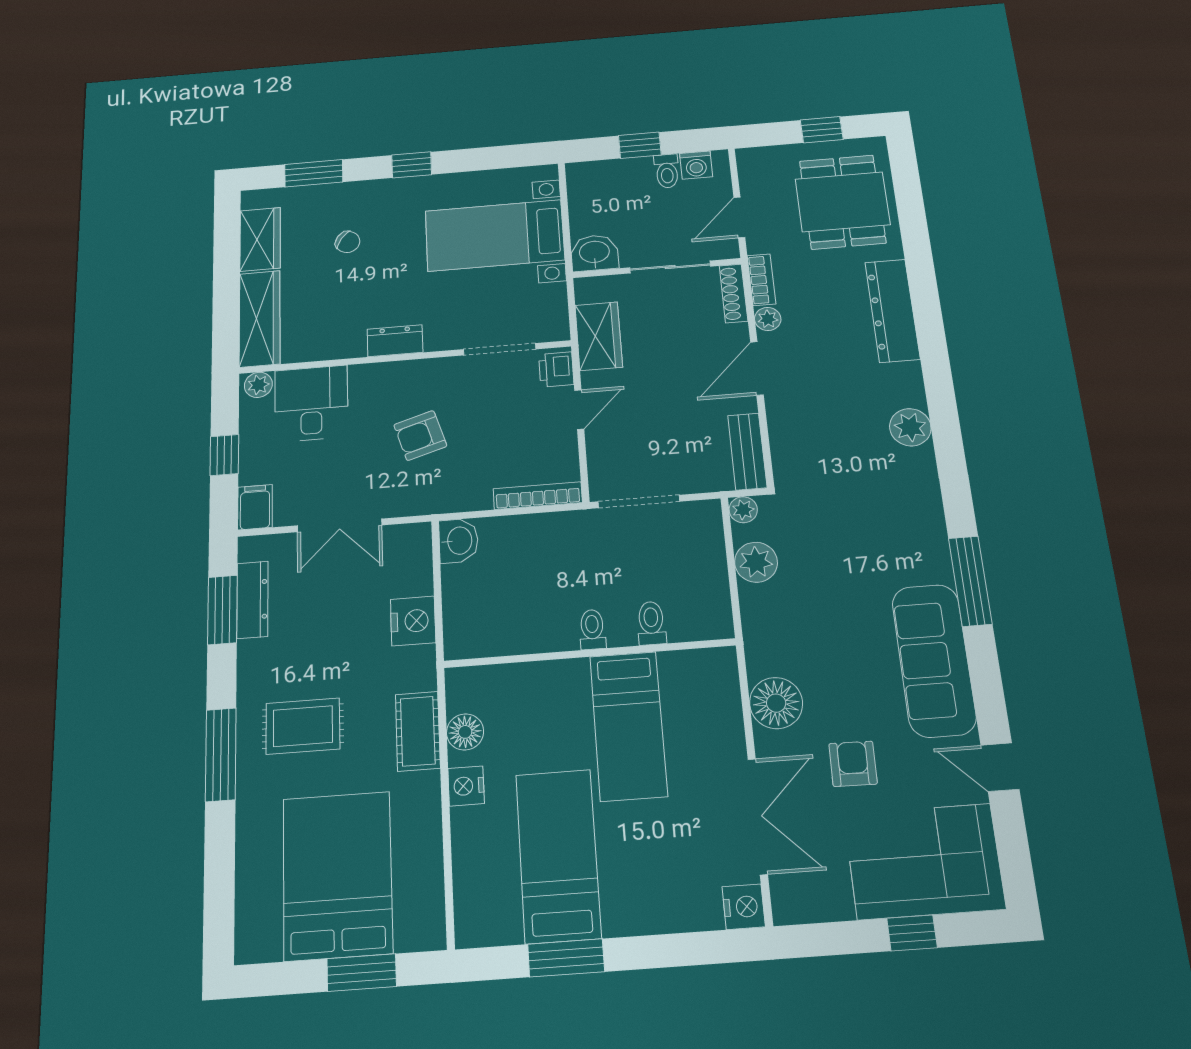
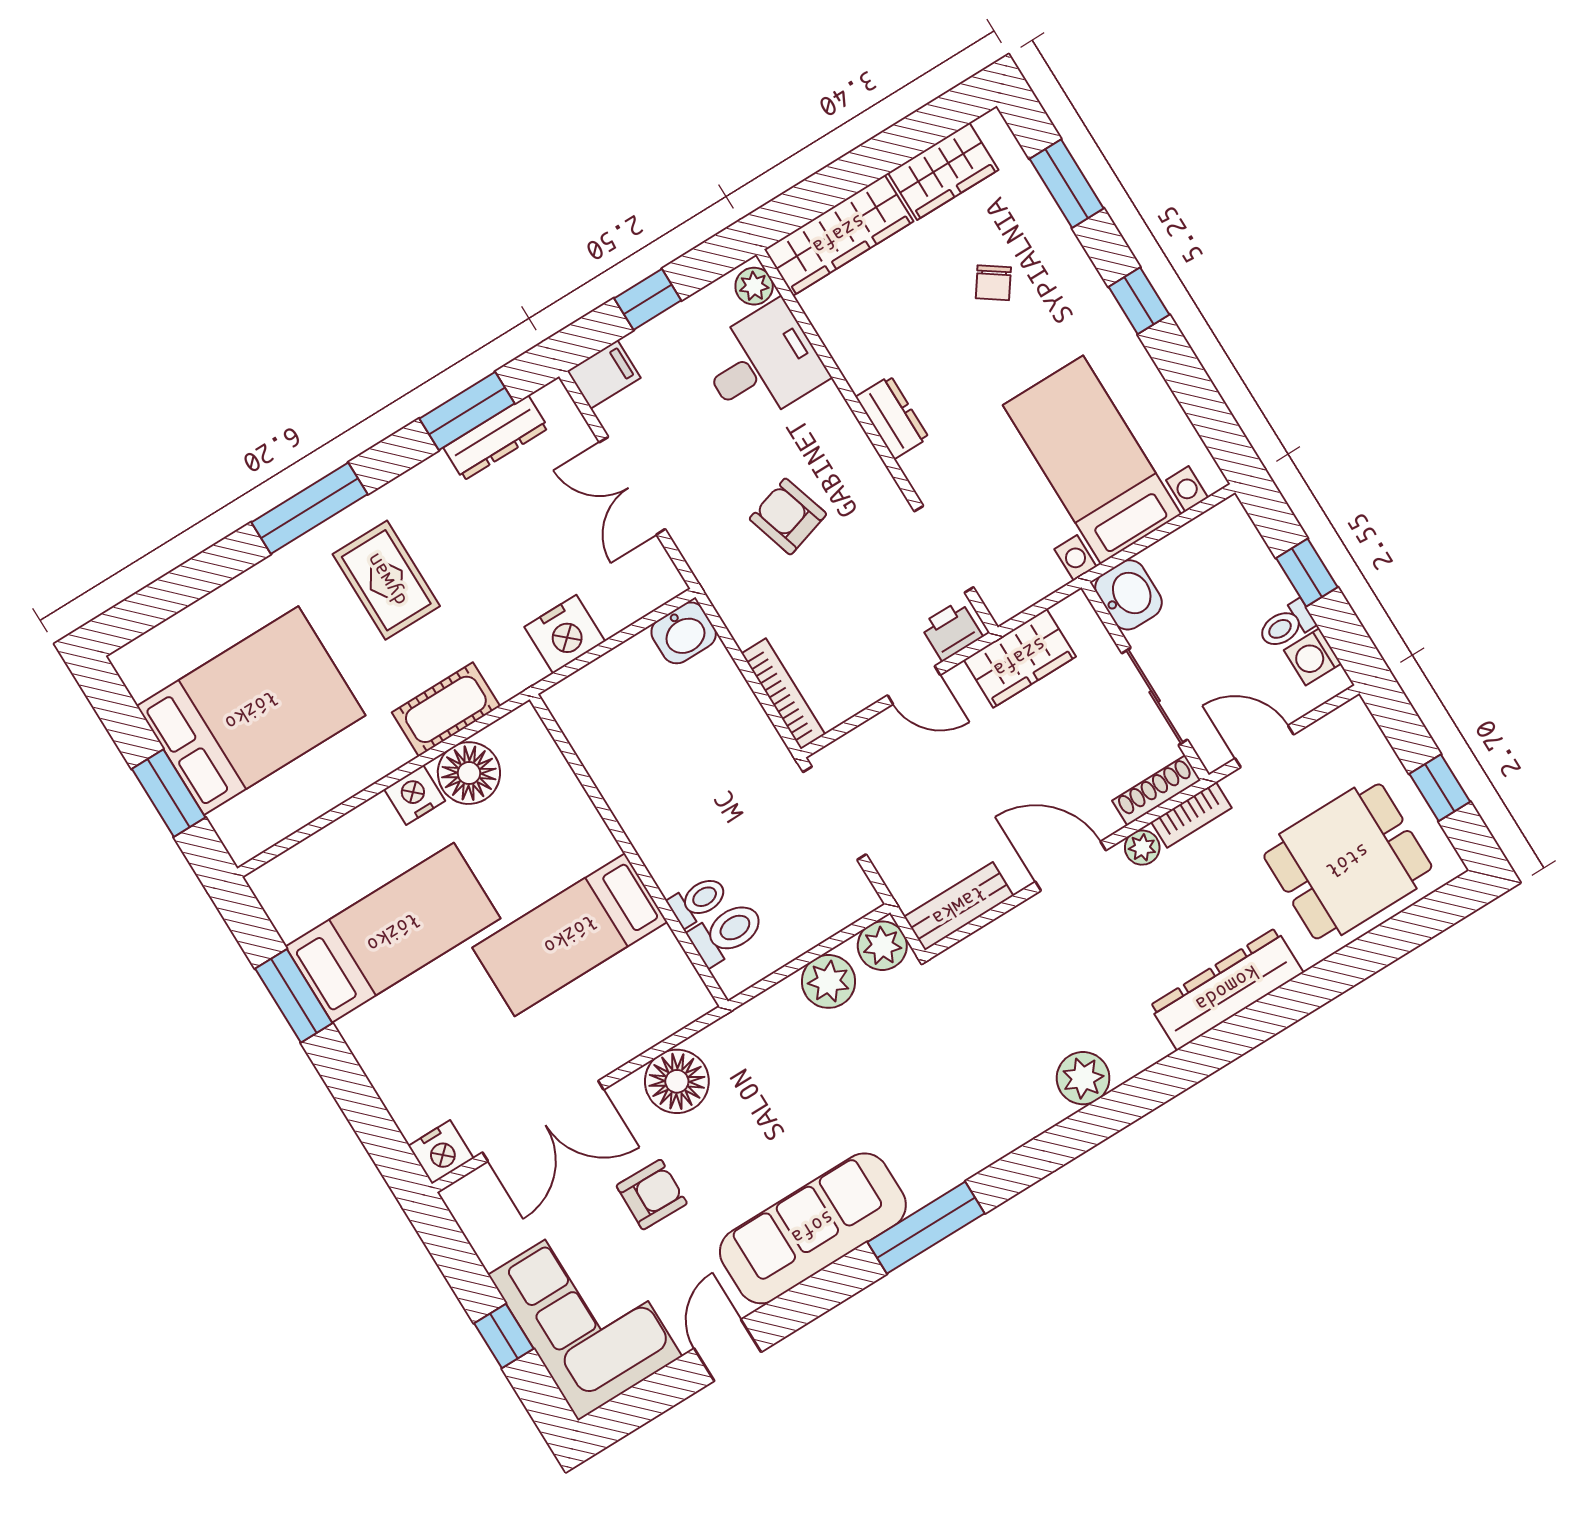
plant: (743, 510) -> (882, 946), width x1.38, depth x1.38
toilet: (592, 629) -> (727, 933), moved, width x1.37, depth x1.39
floor lamp: (465, 732) -> (469, 773), width x1.38, depth x1.38

